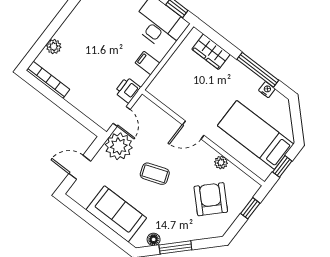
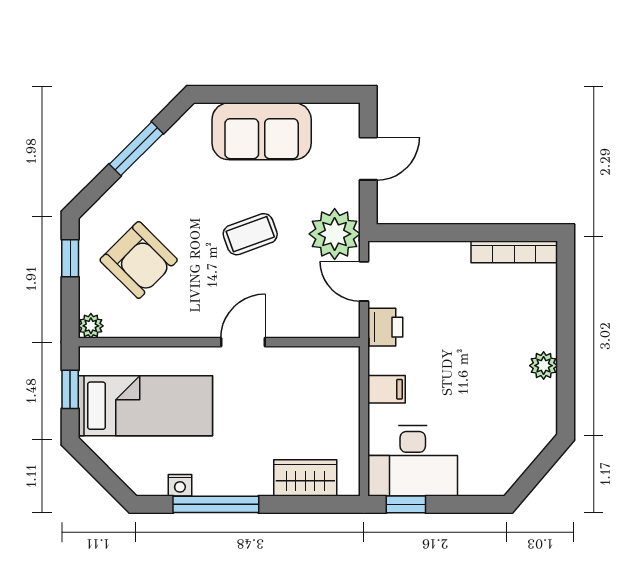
plant: (54, 47) -> (544, 366), moved
plant: (221, 162) -> (91, 326), moved
window: (250, 208) -> (70, 258), moved
floor lamp: (154, 239) -> (178, 136), removed

